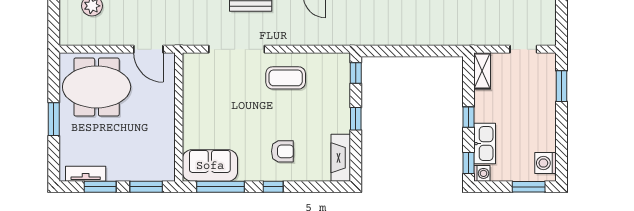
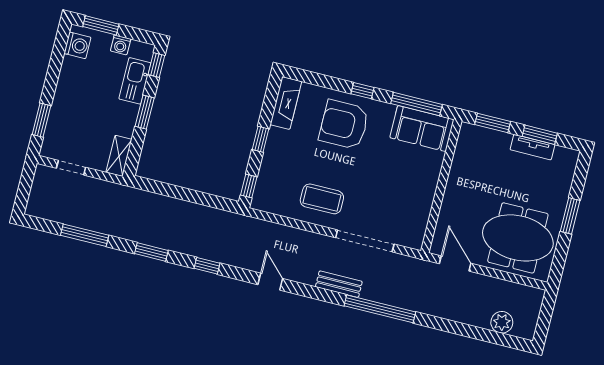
window: (469, 117) -> (145, 112), width x1.50
armchair: (282, 151) -> (344, 125), width x1.88, depth x1.88
washing machine: (482, 173) -> (121, 45), moved, turned -90
tv unit: (86, 174) -> (533, 147), moved

